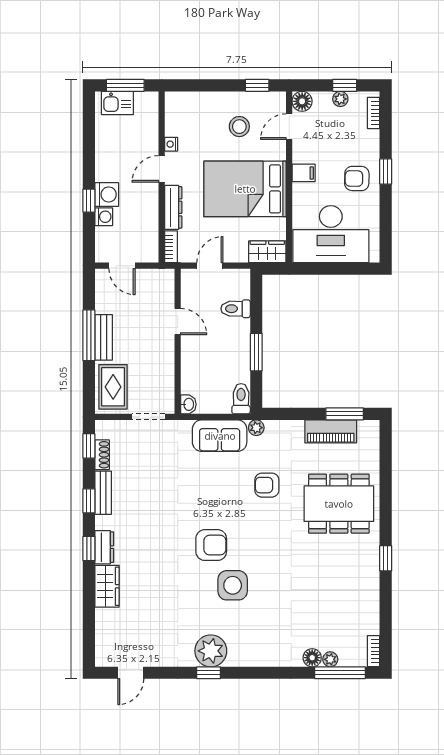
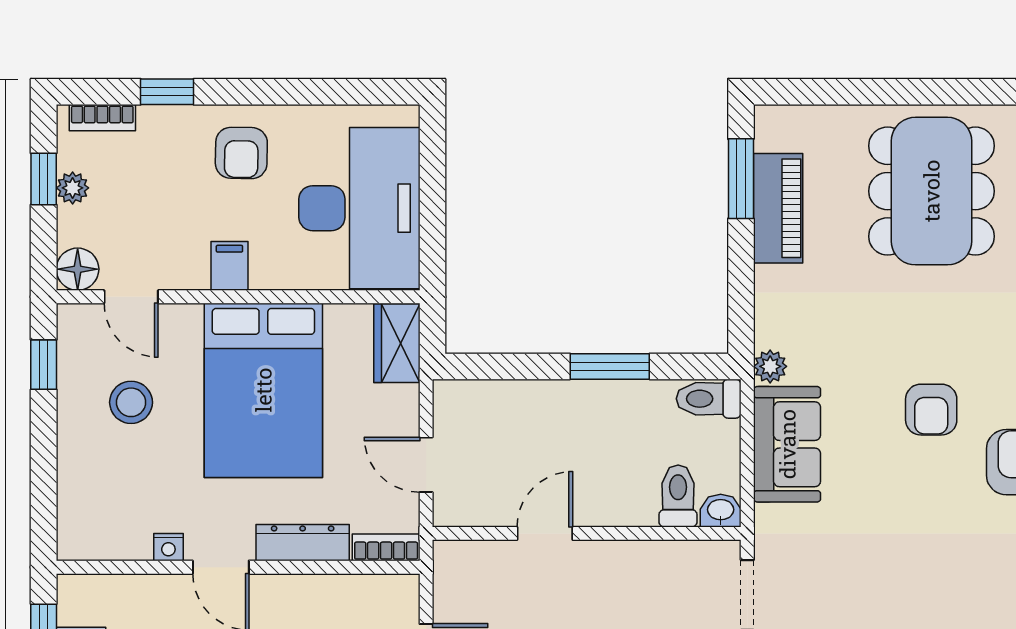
window: (386, 171) -> (167, 92), moved
toilet: (236, 309) -> (678, 496), moved, turned 180
armchair: (267, 485) -> (931, 410), moved

